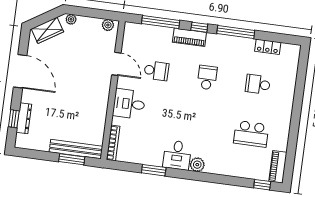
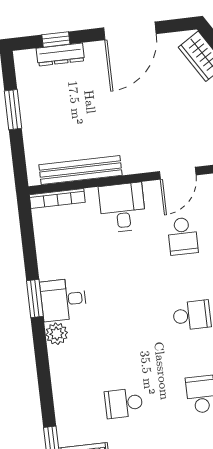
school desk: (251, 134) -> (124, 403), width x0.54
bench: (76, 149) -> (81, 170), moved, turned 90
window: (72, 159) -> (13, 110), moved
window: (154, 170) -> (35, 299), moved

